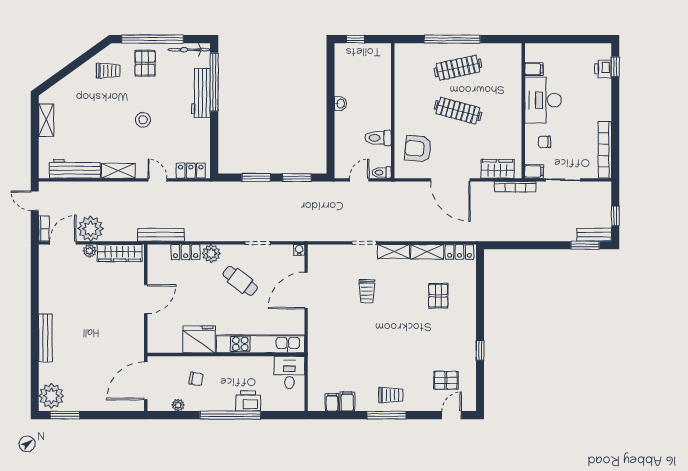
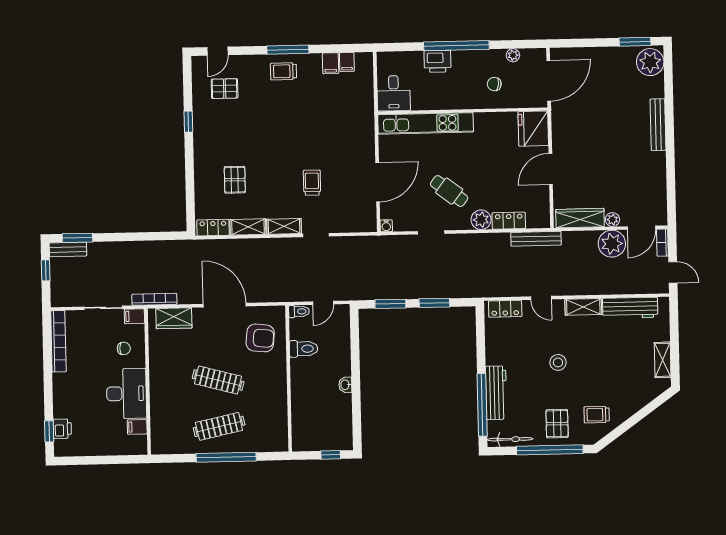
fridge: (199, 339) -> (533, 129), moved, turned 90

